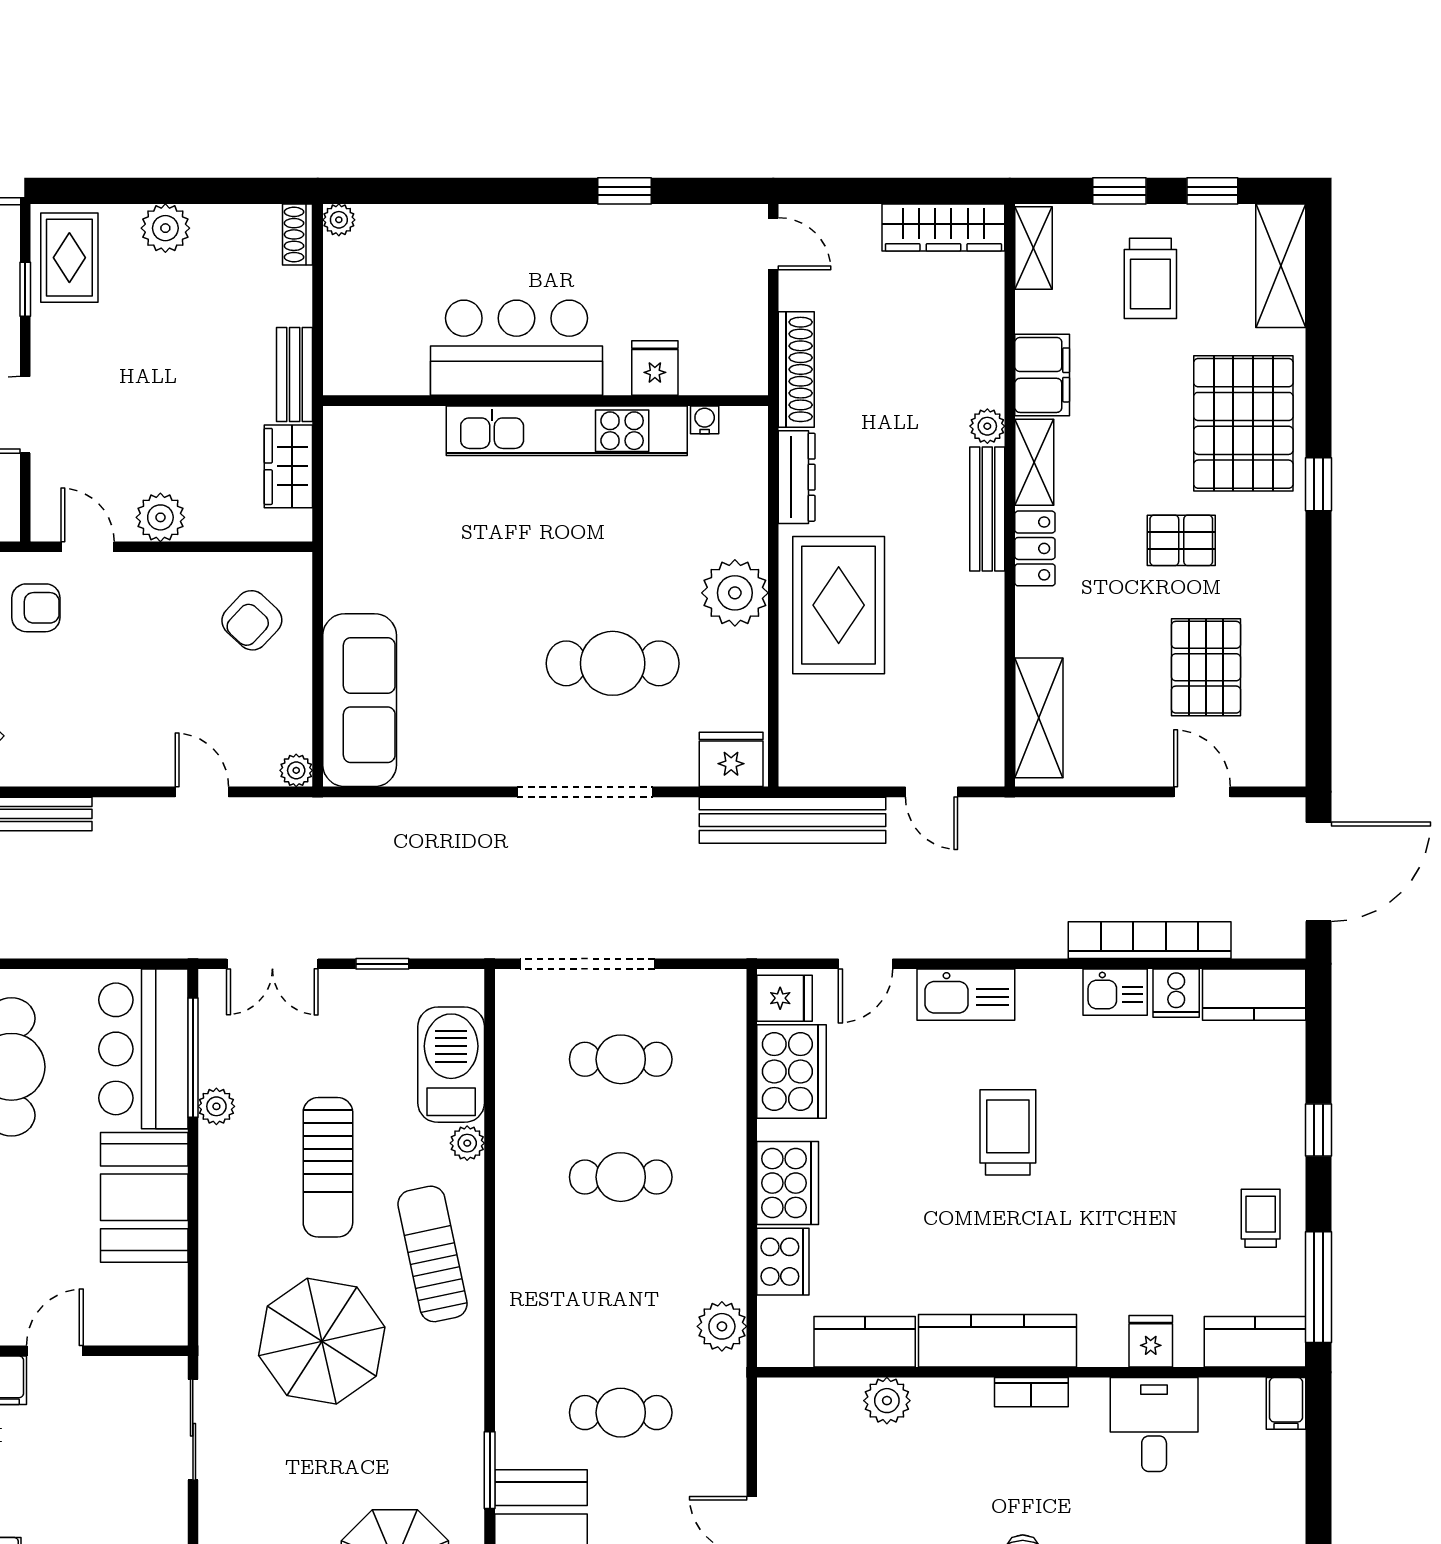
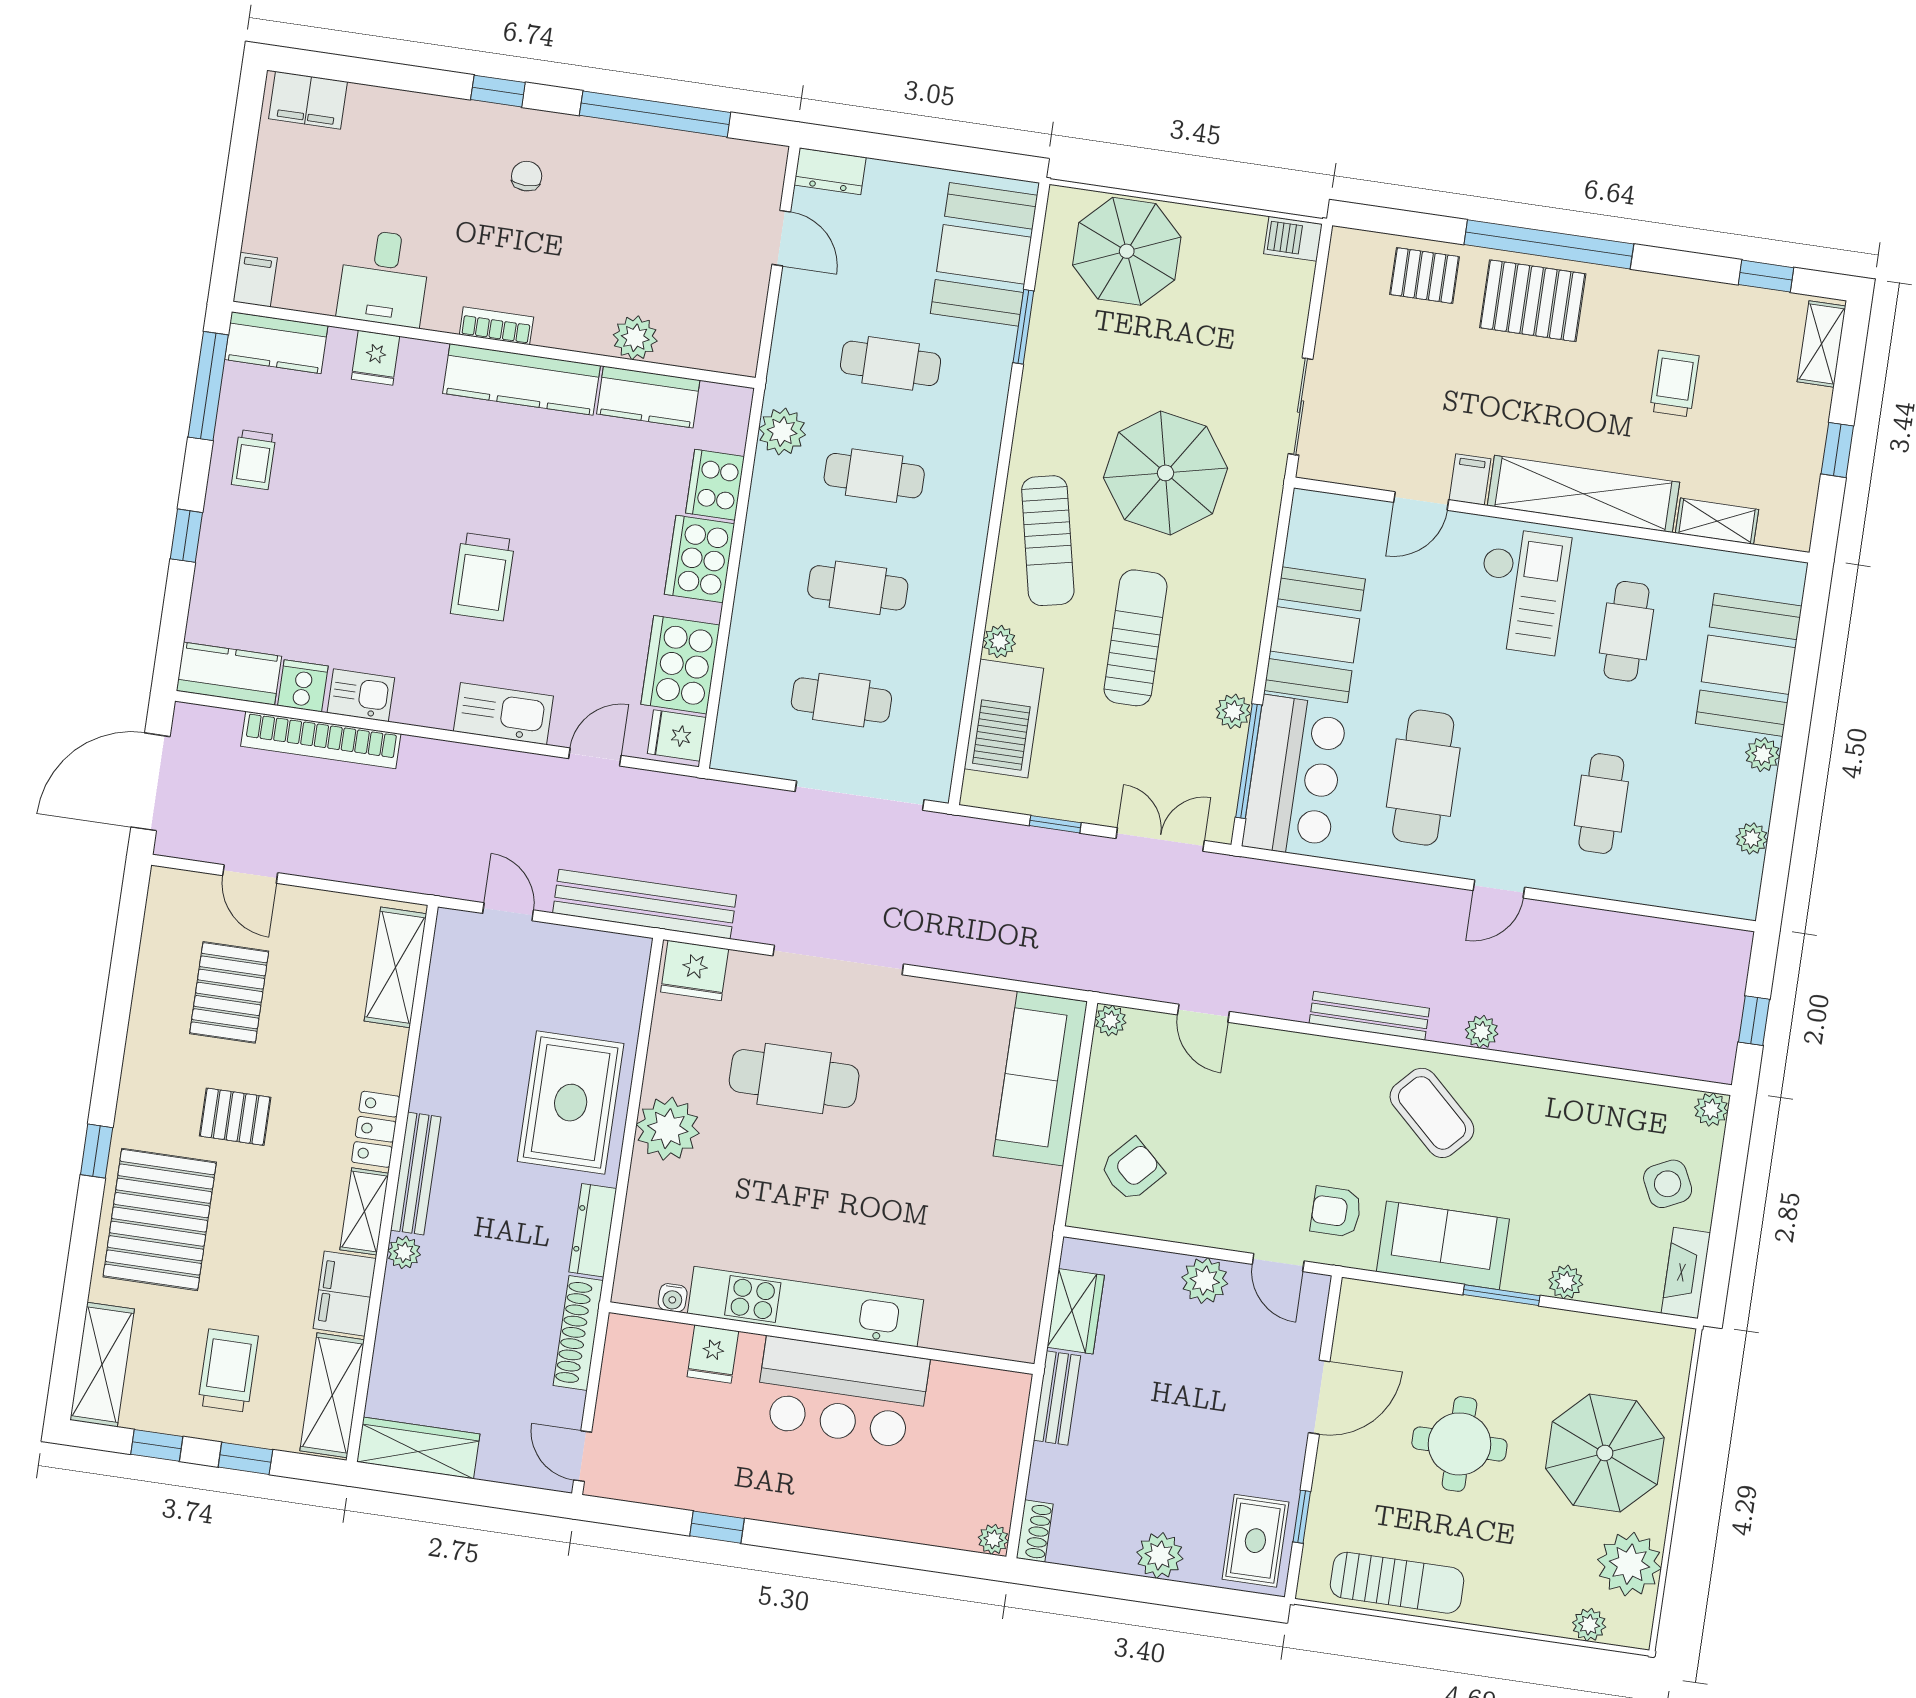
shelving: (1034, 248) -> (332, 1395), width x1.50, depth x1.33
cafe table: (621, 1295) -> (874, 476), added

